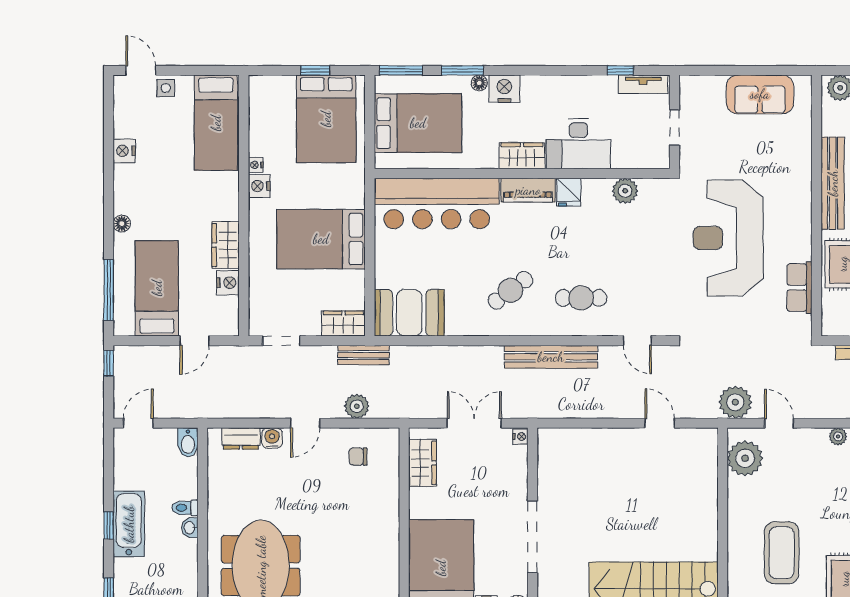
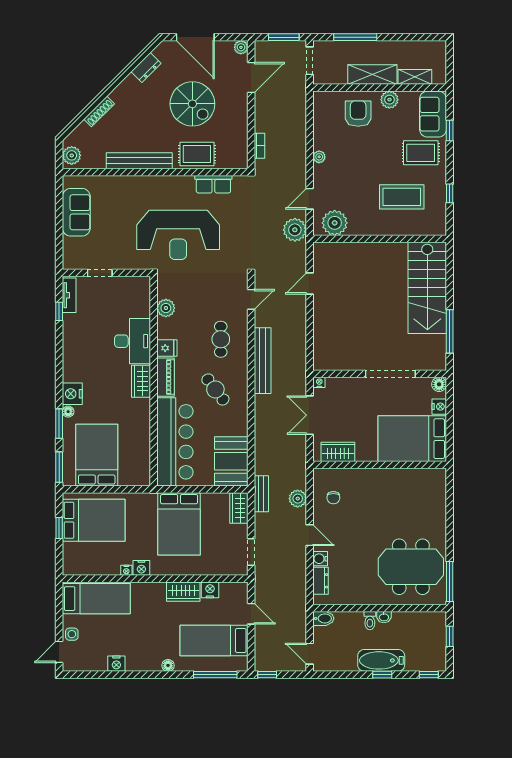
desk: (578, 144) -> (132, 341), moved
wardrobe: (522, 156) -> (141, 381), moved
wall: (522, 173) -> (154, 381), moved
piano: (528, 190) -> (165, 377), moved
plant: (625, 191) -> (166, 308), moved
fridge: (569, 192) -> (167, 348), moved
bar counter: (437, 203) -> (175, 442), moved

